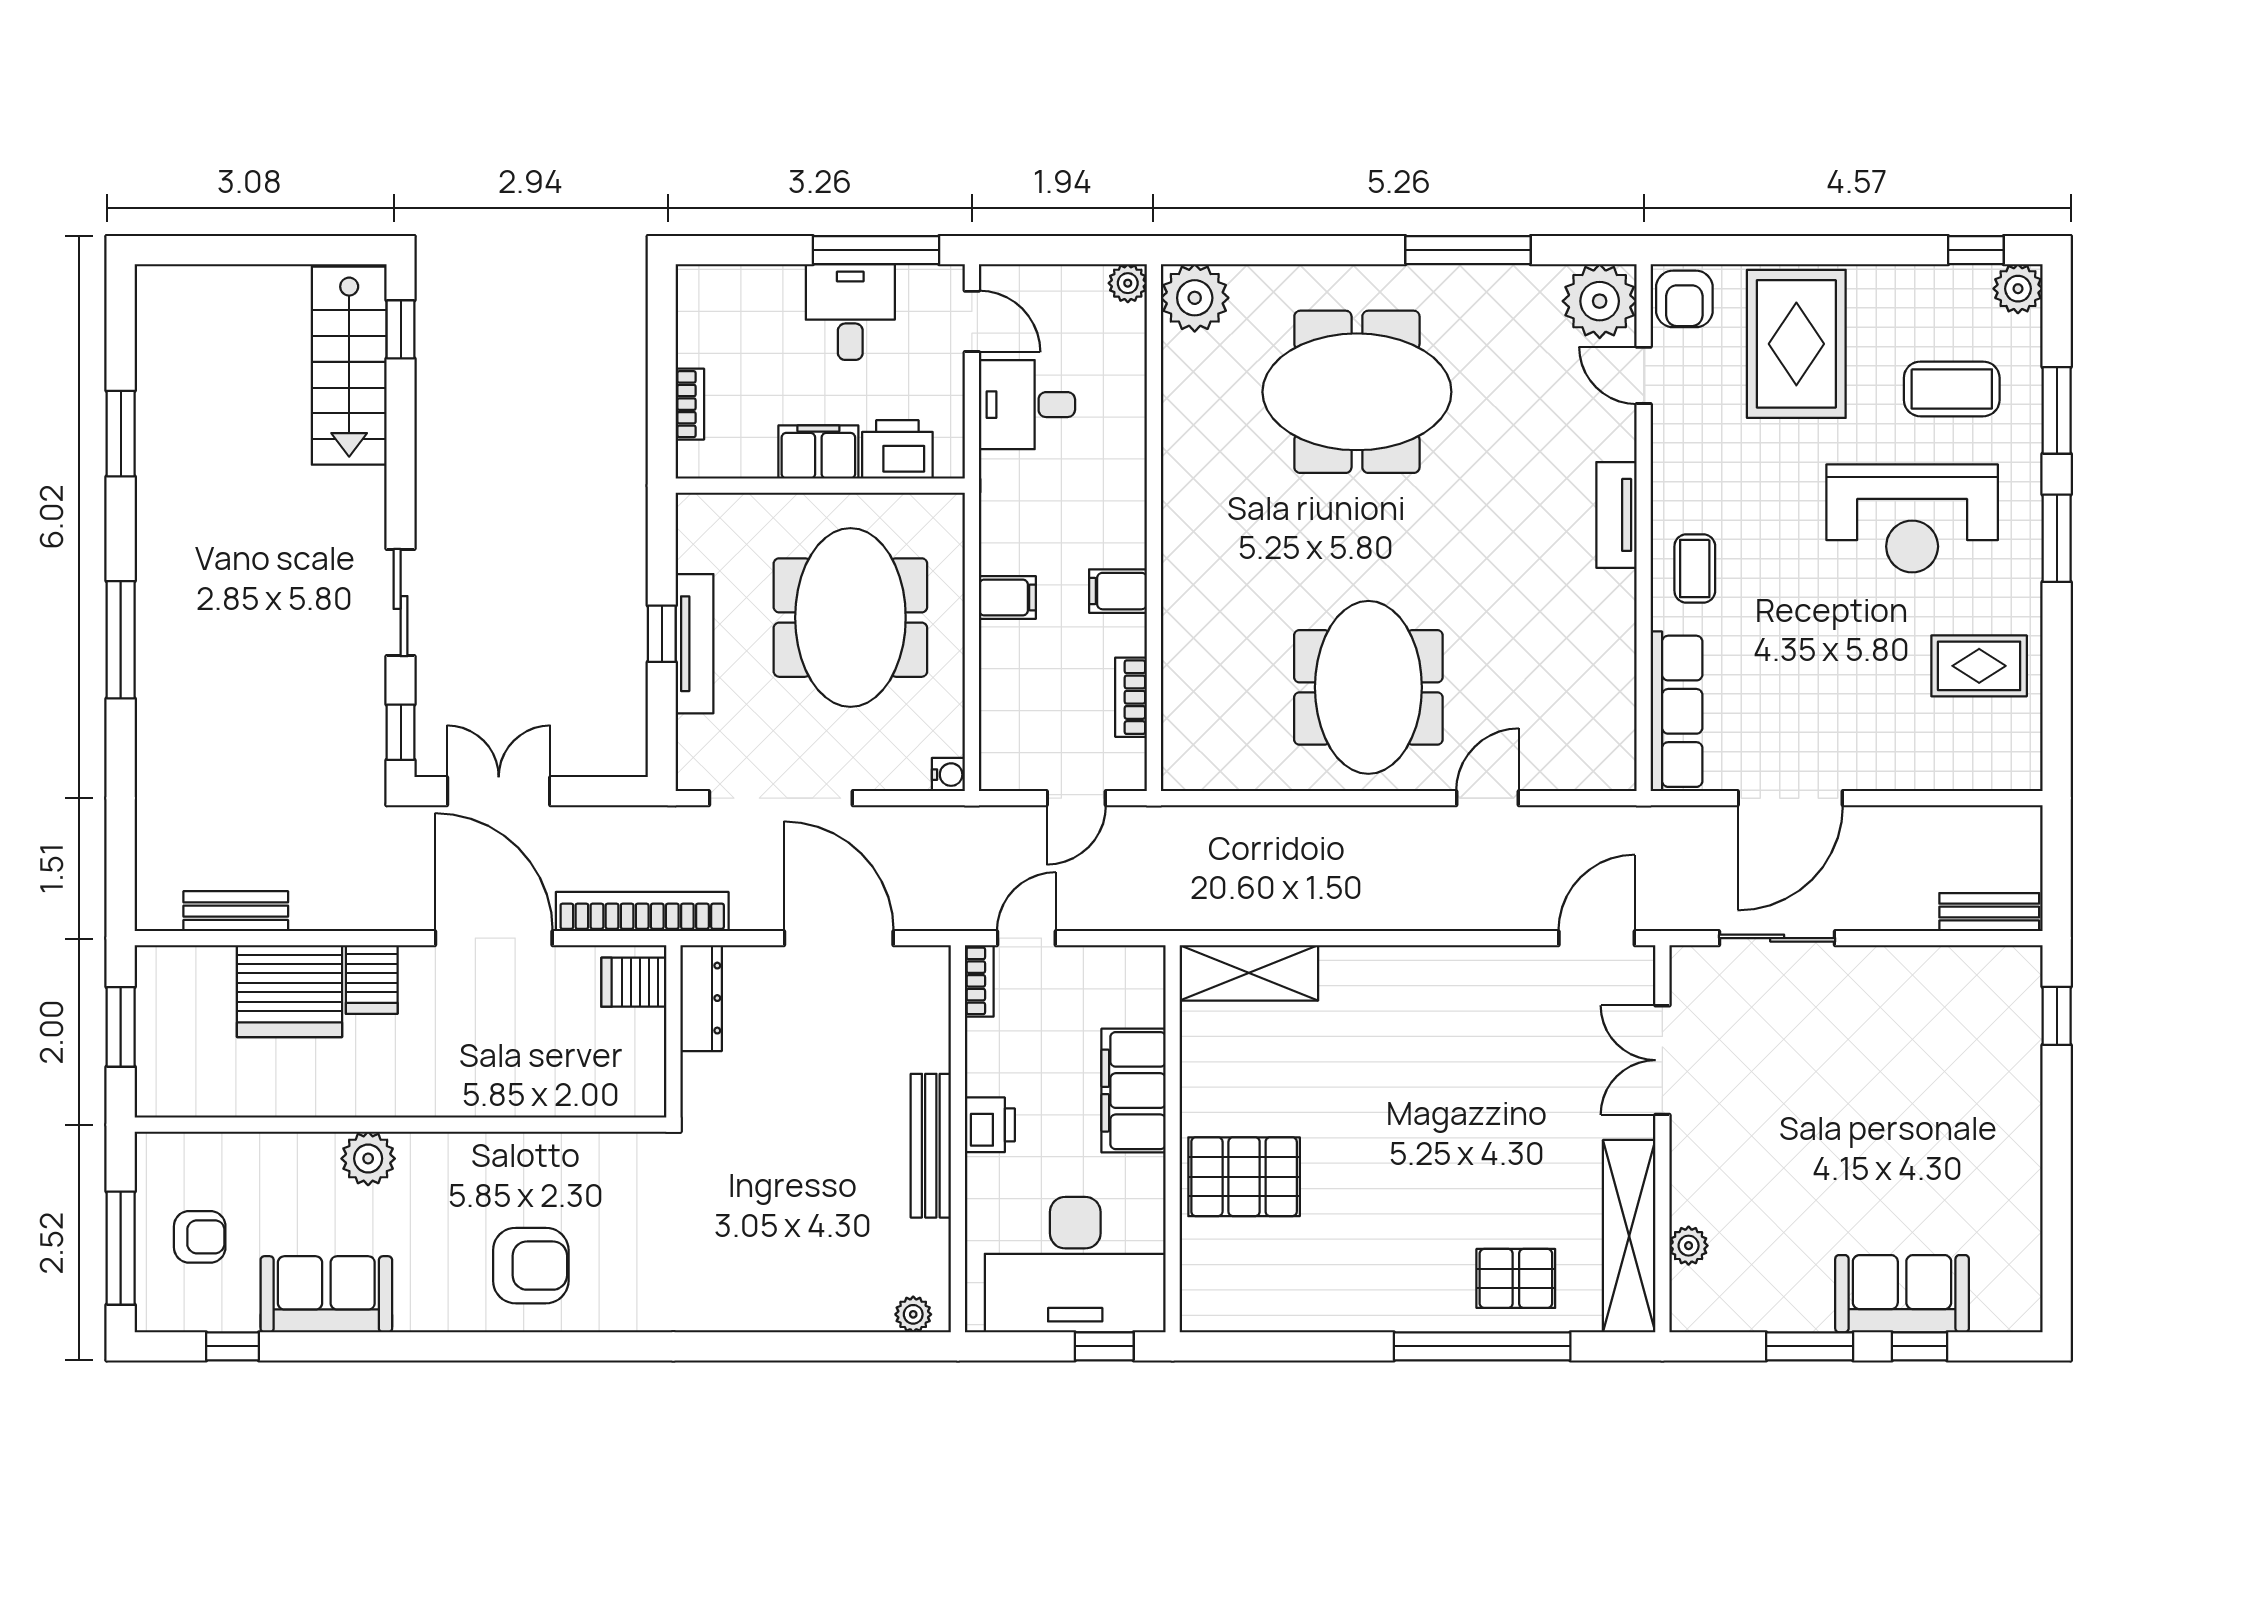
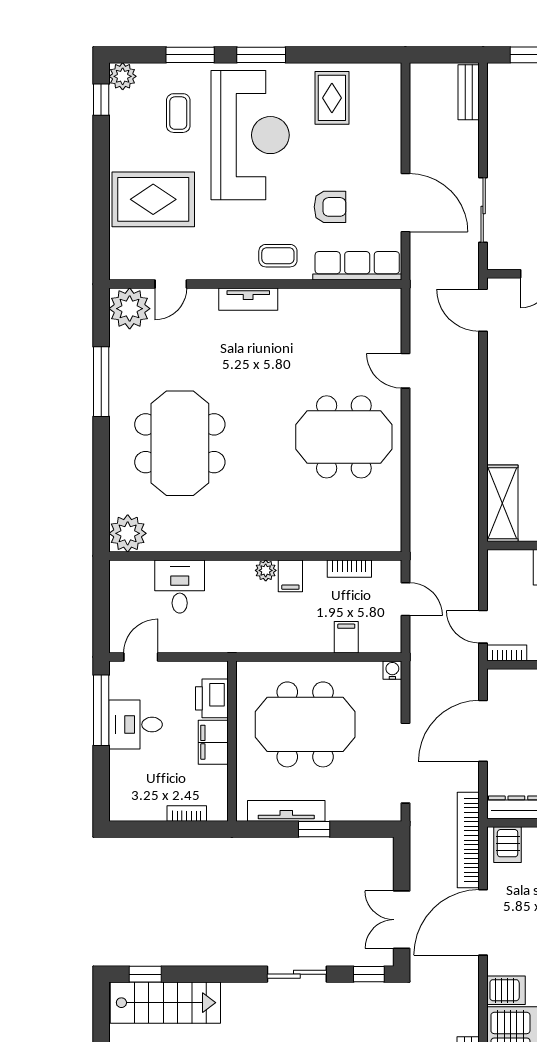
plant: (1128, 283) -> (266, 570), moved
armchair: (1684, 299) -> (330, 207), moved
coffee table: (1952, 389) -> (178, 113), width x0.73, depth x0.77
desk: (1027, 405) -> (180, 587), moved, turned 180
reception desk: (1912, 518) -> (250, 135), width x1.36, depth x1.30
filing cabinet: (1007, 597) -> (346, 637), moved
tv unit: (695, 644) -> (286, 811), moved

